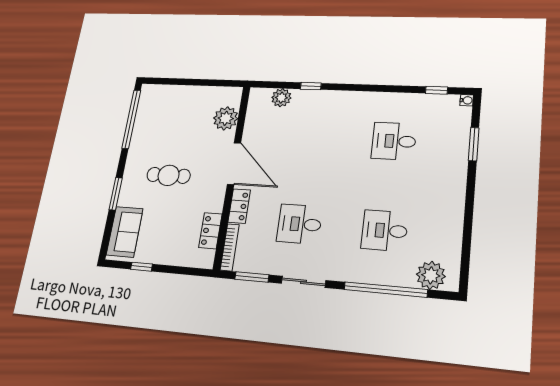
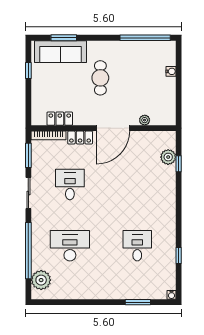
window: (311, 86) -> (179, 164), moved
window: (437, 90) -> (179, 255), moved
water cooler: (177, 91) -> (171, 71), added
plant: (226, 118) -> (145, 120), width x0.53, depth x0.53
window: (116, 194) -> (64, 38), moved
desk: (385, 231) -> (70, 246), width x1.37
sofa: (125, 232) -> (61, 52), width x1.36

